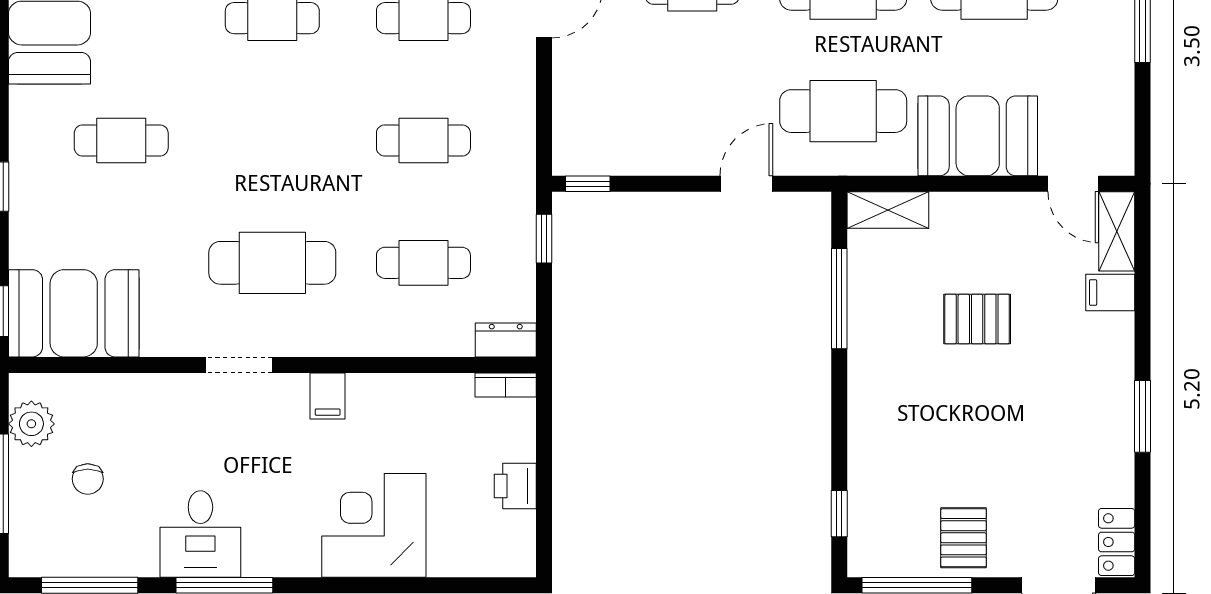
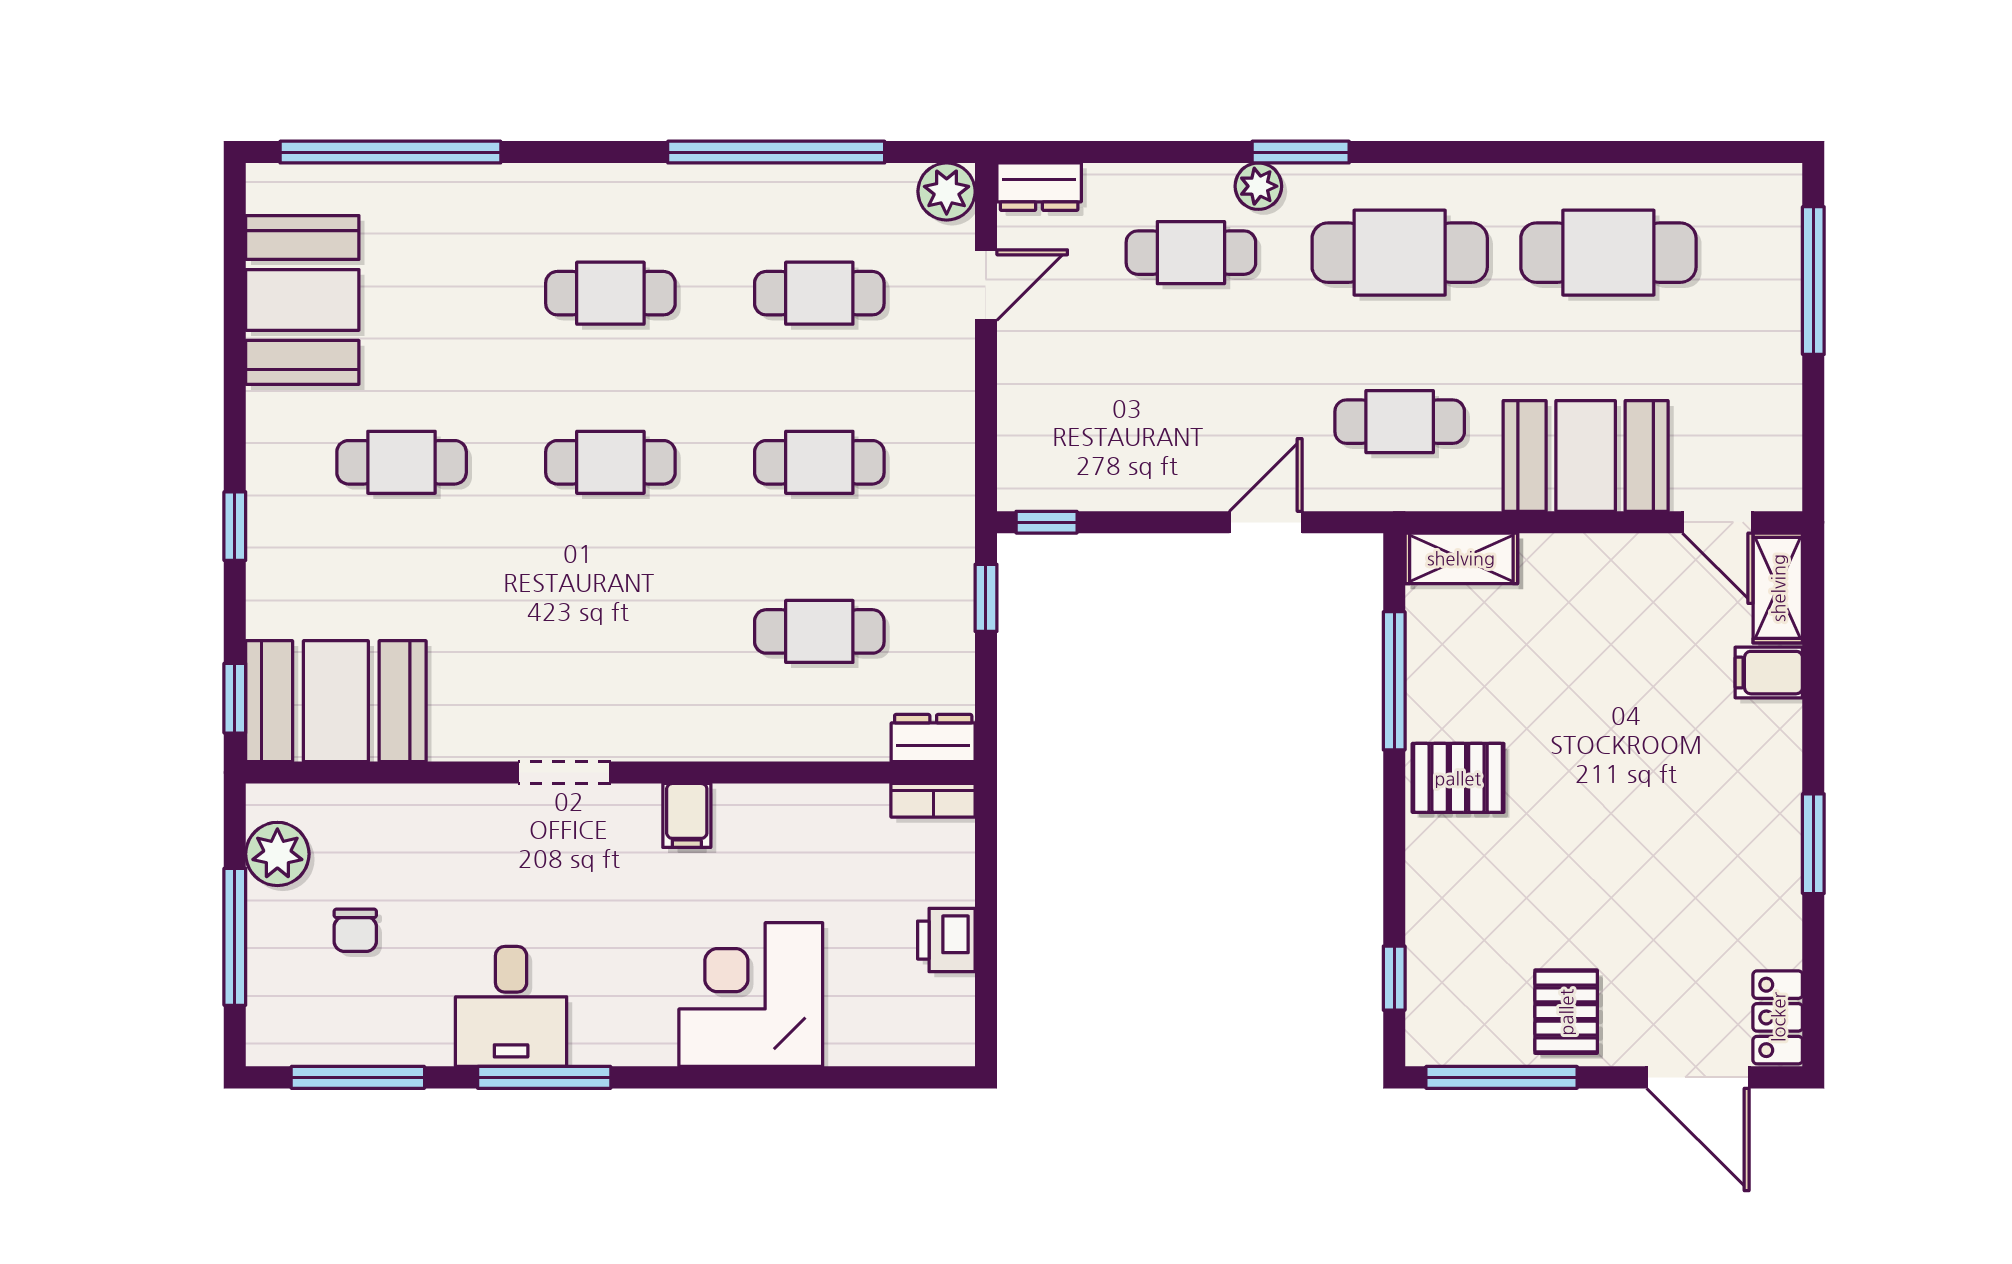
cafe table: (843, 111) -> (1400, 422), width x0.73, depth x0.74
cafe table: (272, 263) -> (610, 462), moved, width x0.73, depth x0.74
pallet: (977, 319) -> (1458, 778), moved

